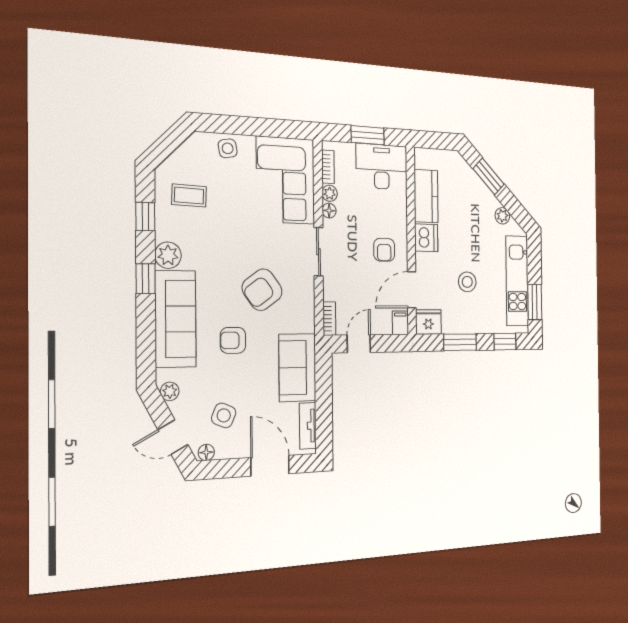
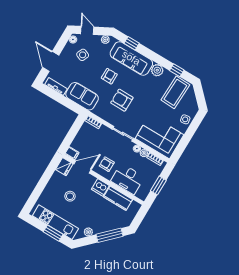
desk: (382, 167) -> (128, 179), moved, turned 90
window: (489, 176) -> (109, 235), width x1.44
coffee table: (189, 196) -> (175, 92), width x1.86, depth x1.72
window: (146, 279) -> (132, 43), moved
armchair: (262, 290) -> (122, 100), turned -54
door: (412, 290) -> (83, 167), hinge flipped
window: (535, 302) -> (53, 233), moved
window: (460, 342) -> (46, 177), removed
window: (505, 342) -> (33, 199), removed
door: (359, 344) -> (75, 129), removed
door: (173, 437) -> (87, 30), hinge flipped
door: (270, 466) -> (51, 61), swing flipped

